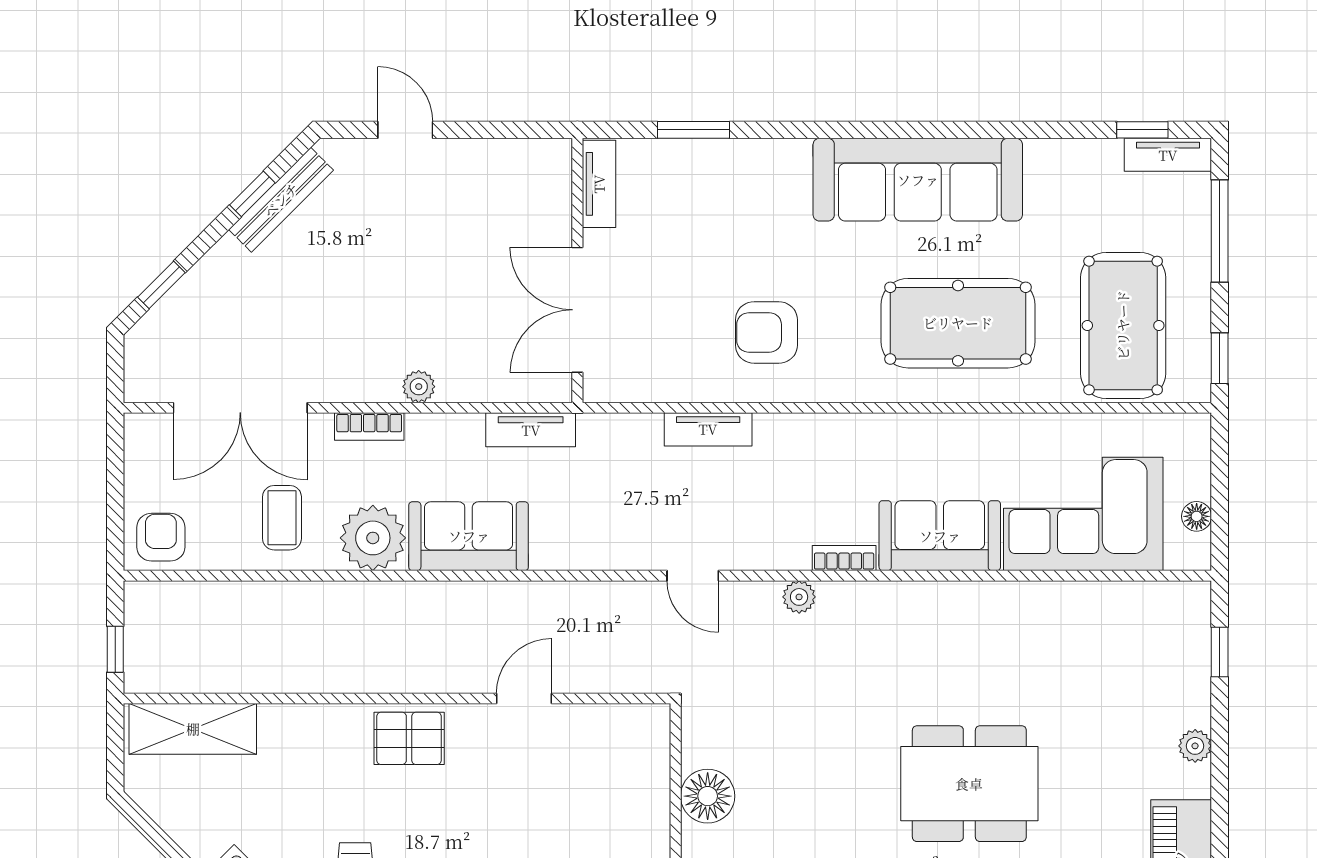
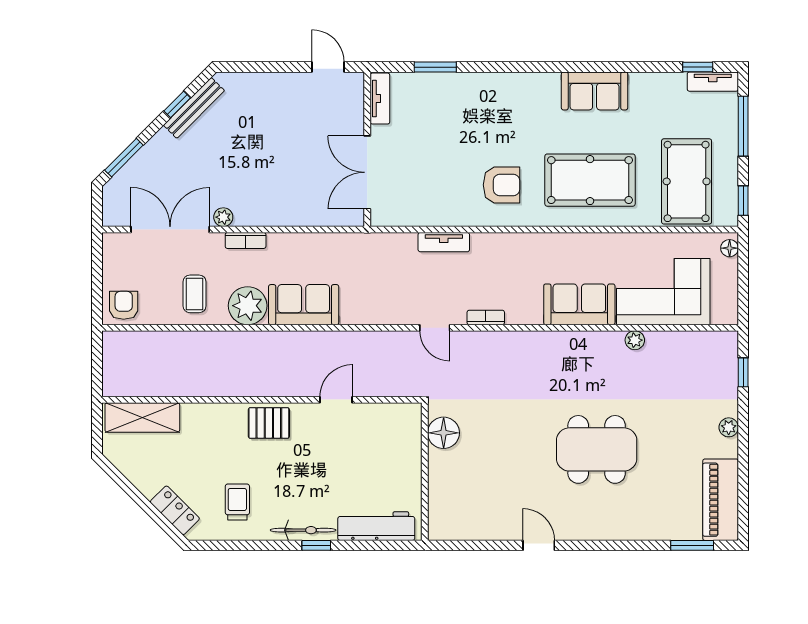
door: (405, 130) -> (328, 67), moved
sofa: (918, 180) -> (595, 91), width x0.54, depth x0.79
window: (161, 285) -> (124, 158), width x1.50
armchair: (766, 332) -> (501, 185), moved, turned 180
plant: (419, 387) -> (223, 217), moved
double door: (240, 408) -> (170, 230), swing flipped
tv unit: (531, 430) -> (340, 242), removed
floor lamp: (1197, 516) -> (730, 248), moved
bookcase: (844, 558) -> (486, 317), moved
plant: (799, 597) -> (635, 340), moved
window: (115, 649) -> (97, 371), removed
floor lamp: (708, 796) -> (444, 433), moved

